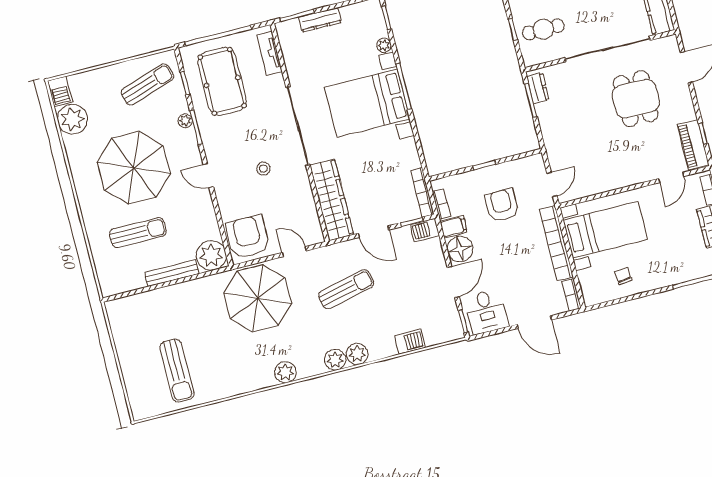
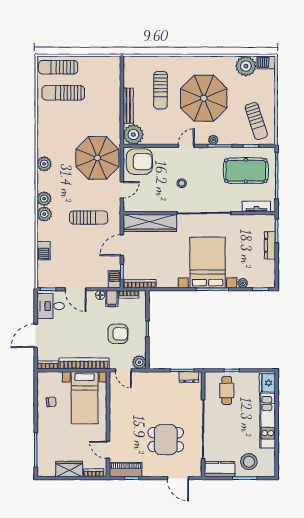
plant: (185, 121) -> (213, 140), moved
plant: (535, 164) -> (139, 362), added
floor lamp: (460, 249) -> (100, 295), width x0.53, depth x0.53
sun lounger: (346, 289) -> (89, 218), turned -77
sun lounger: (142, 387) -> (58, 67), added

